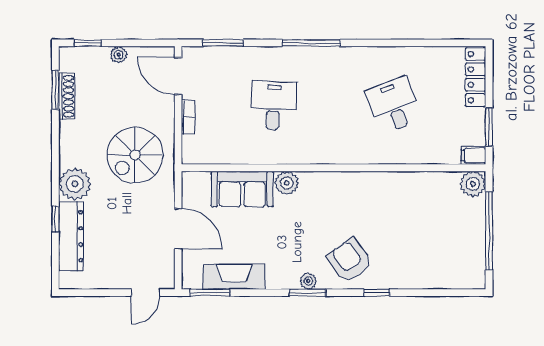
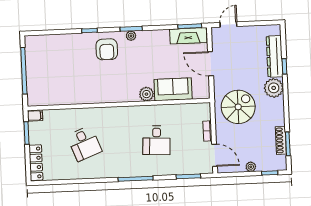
plant: (473, 184) -> (35, 98), removed
armchair: (350, 260) -> (107, 49), turned 36
fireplace: (234, 277) -> (188, 36), moved

